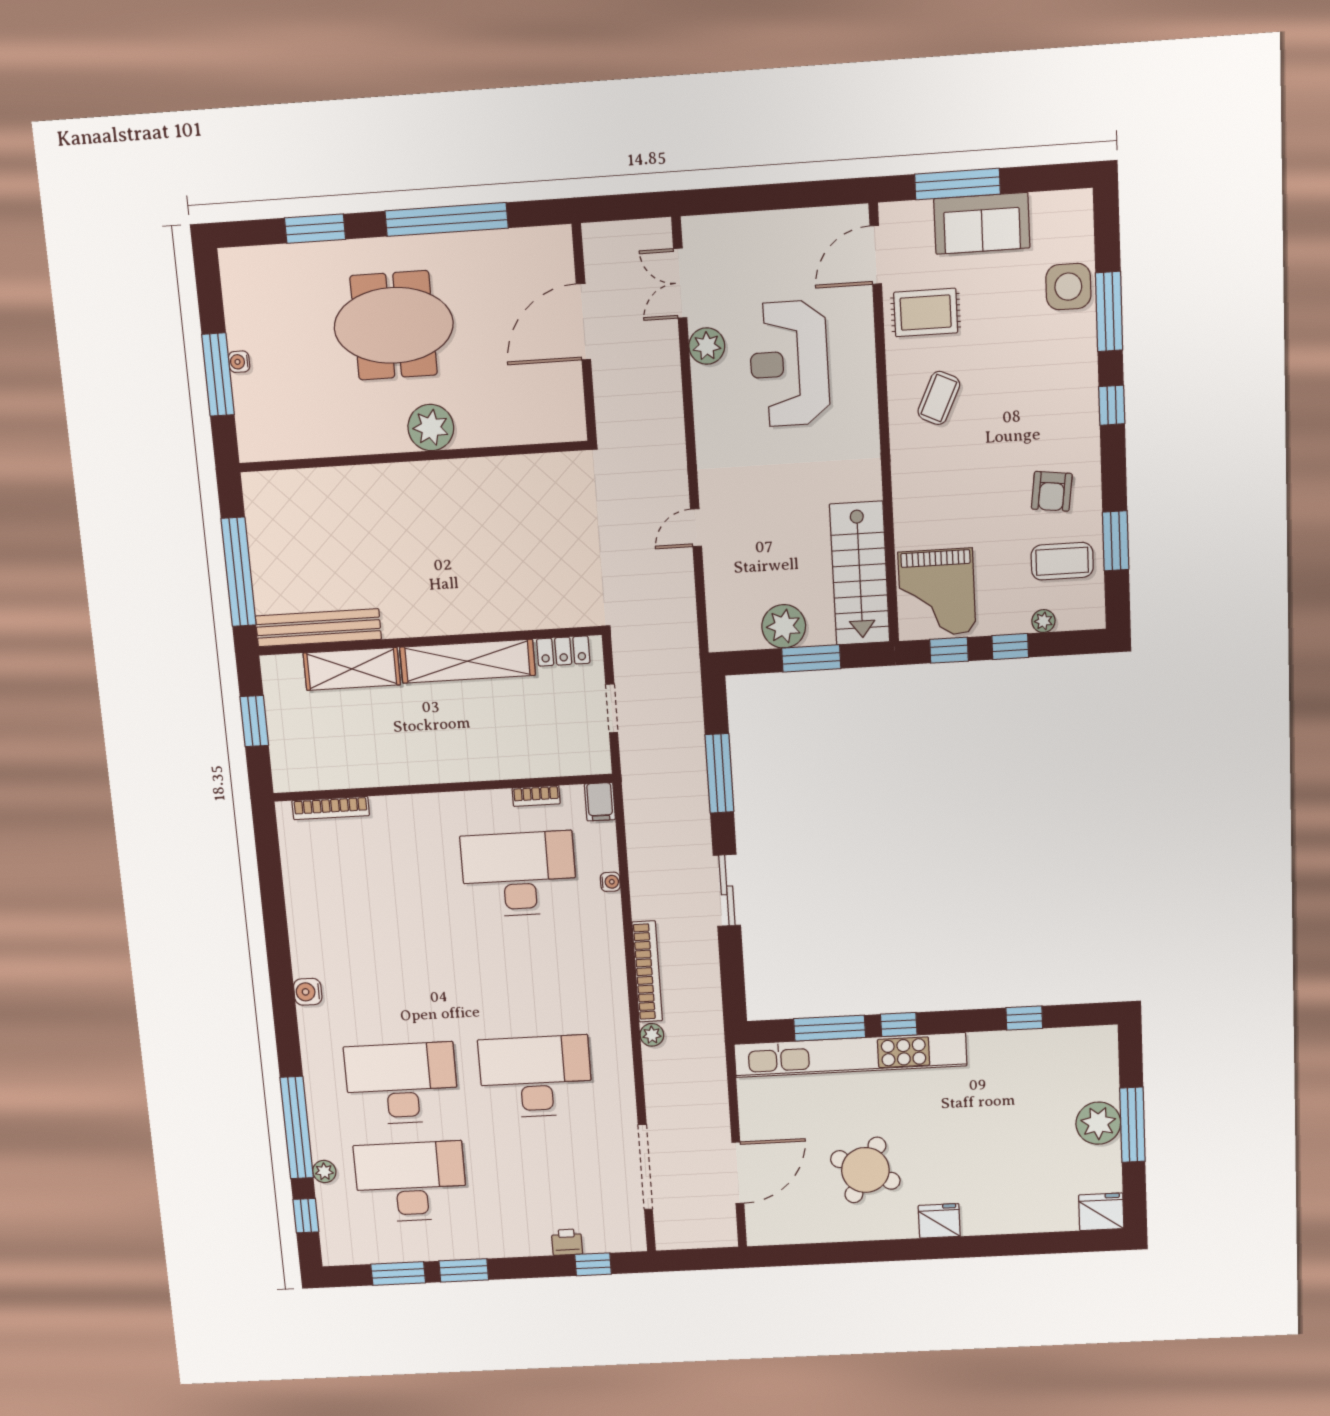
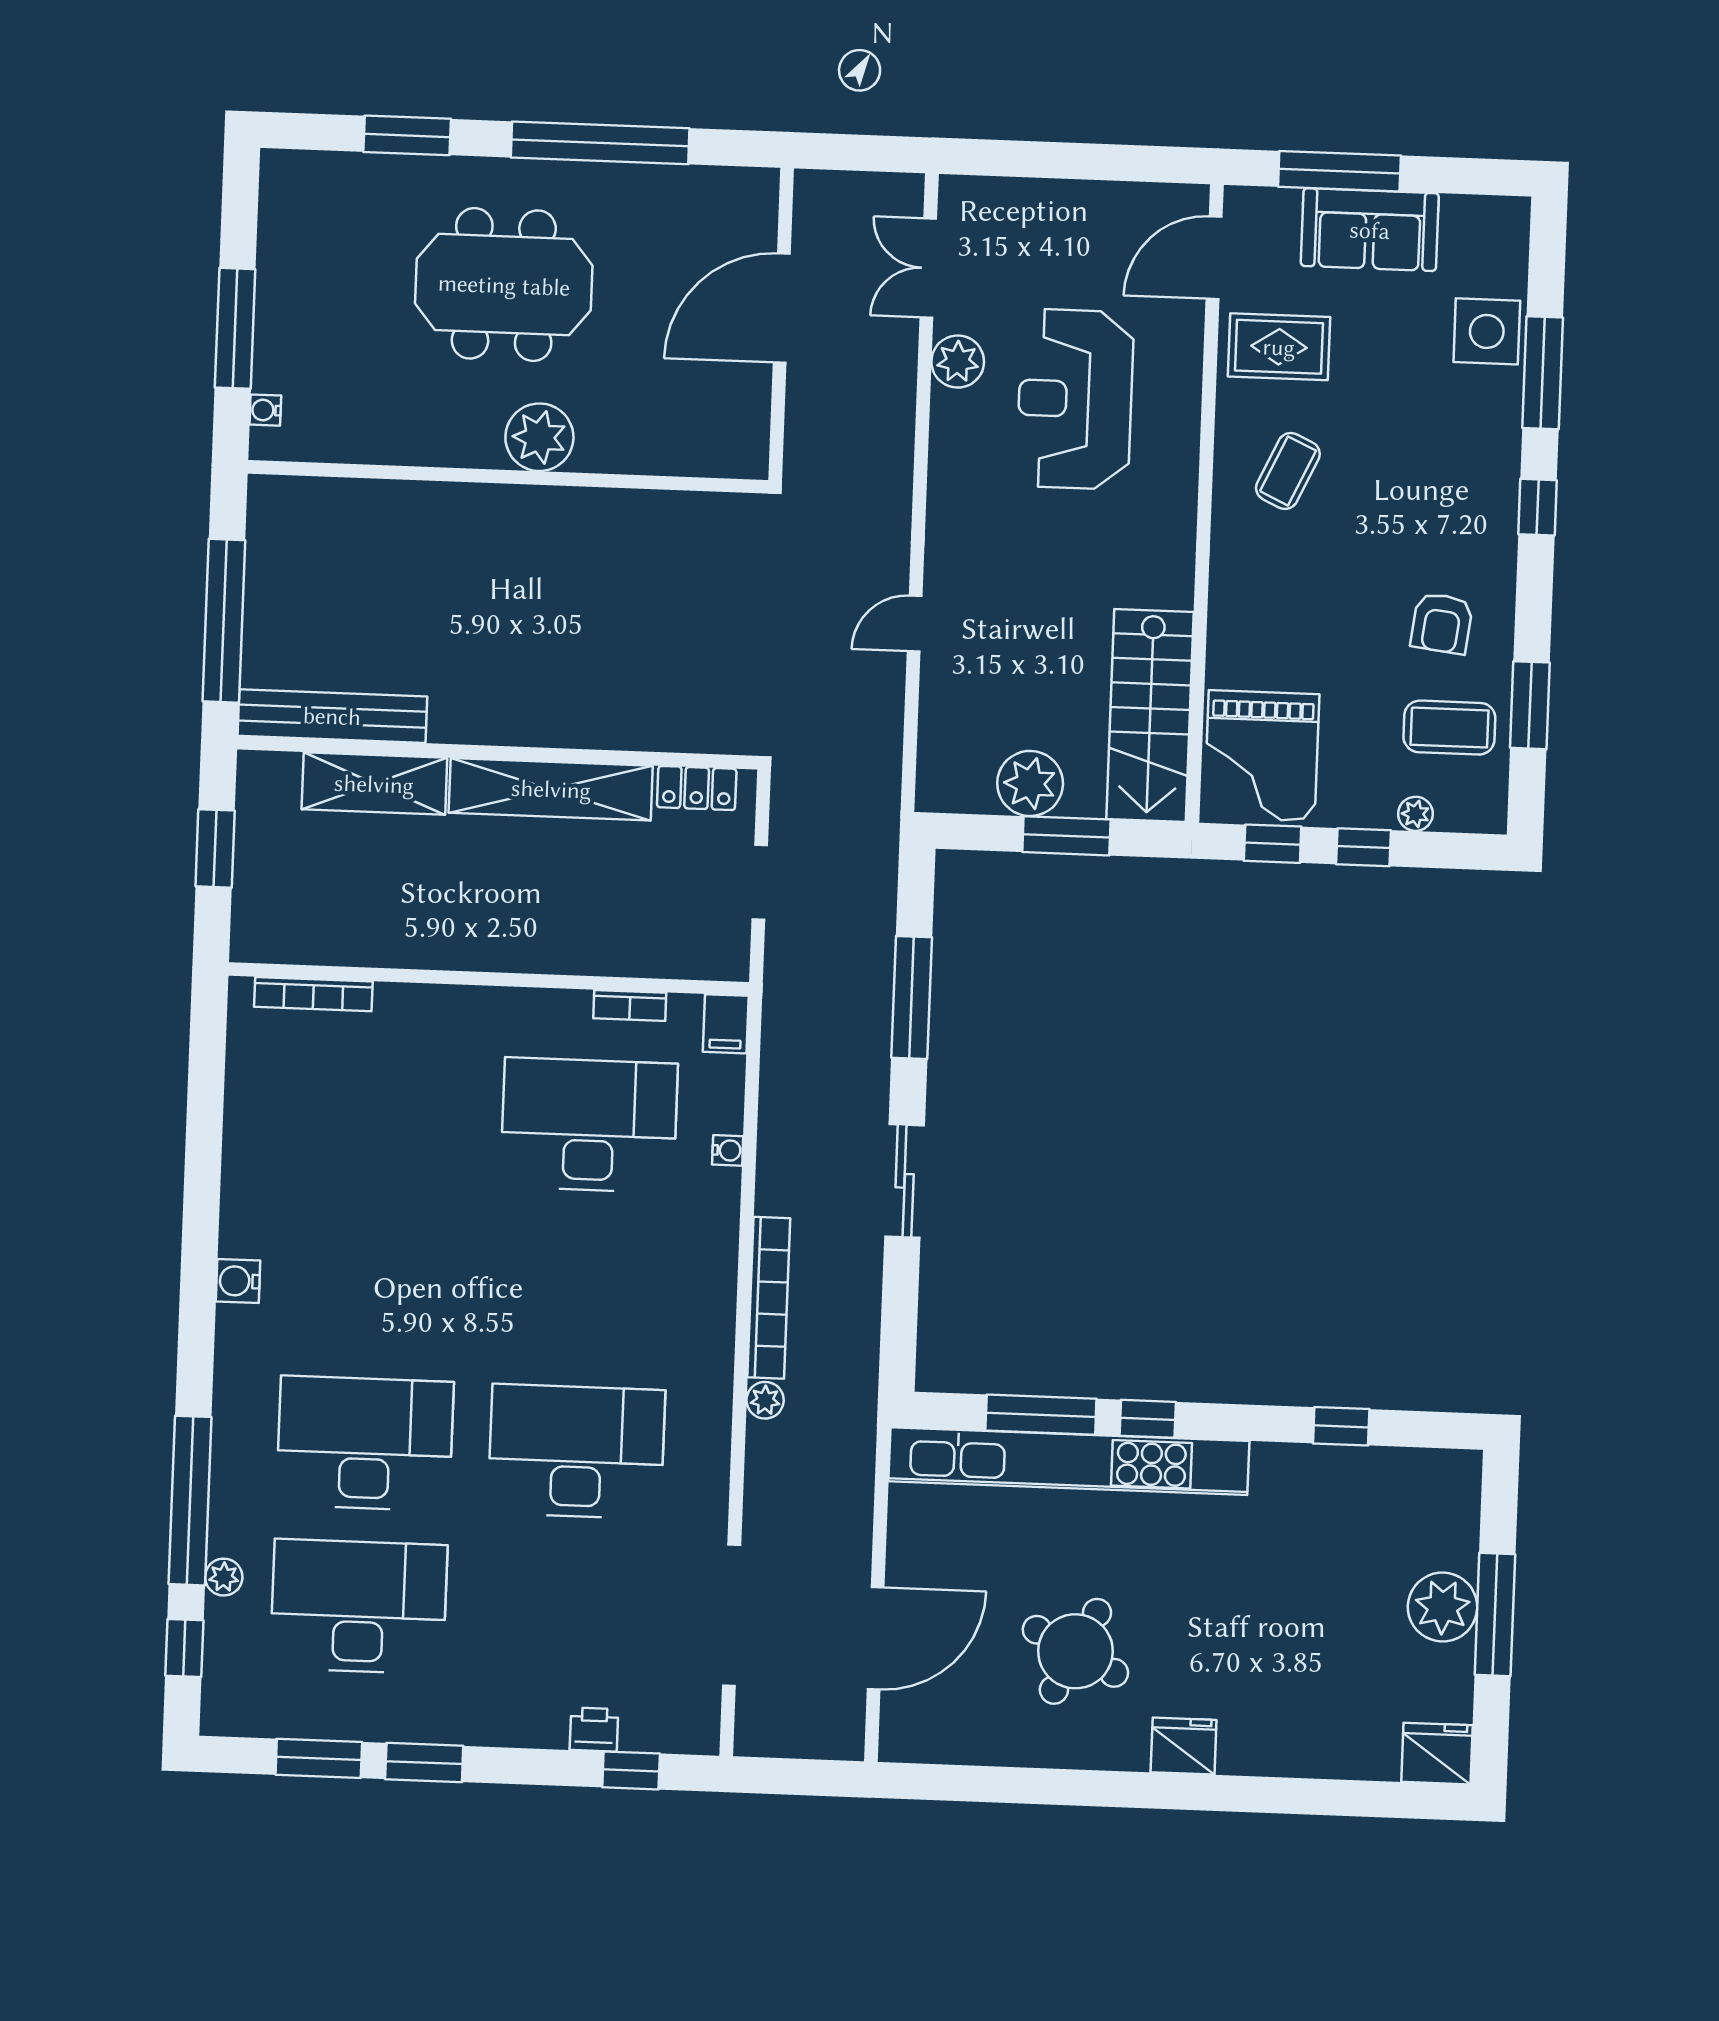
water cooler: (239, 362) -> (265, 410), moved

